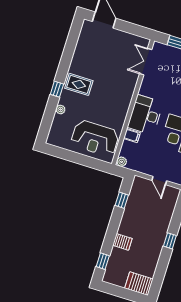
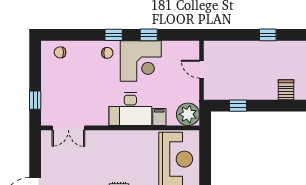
plant: (122, 162) -> (188, 114), width x1.88, depth x1.88
door: (159, 181) -> (202, 69), swing flipped

